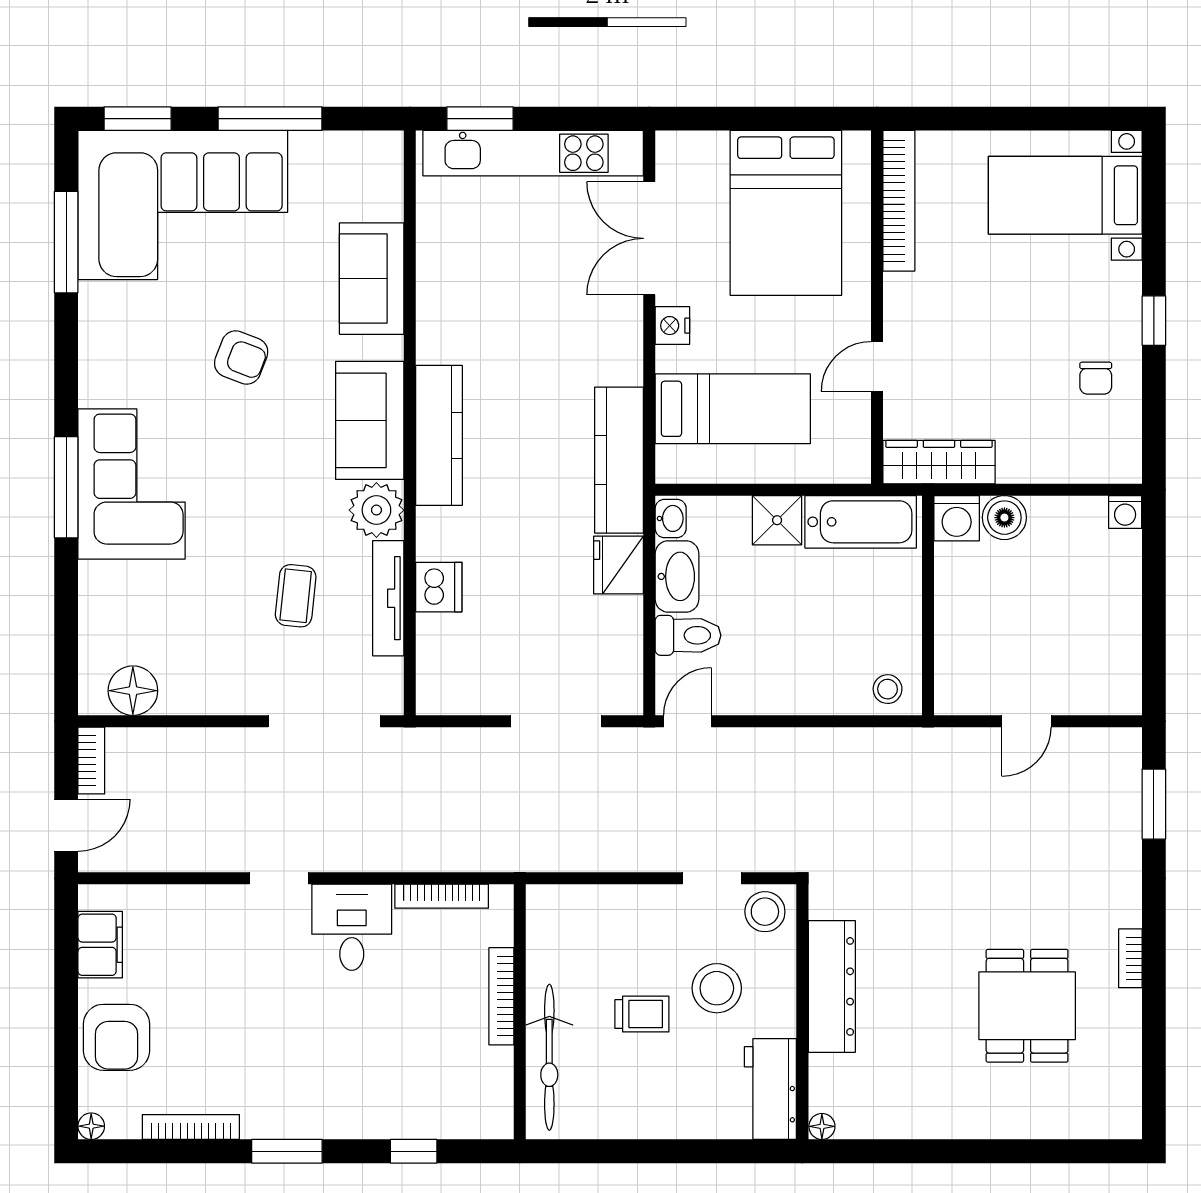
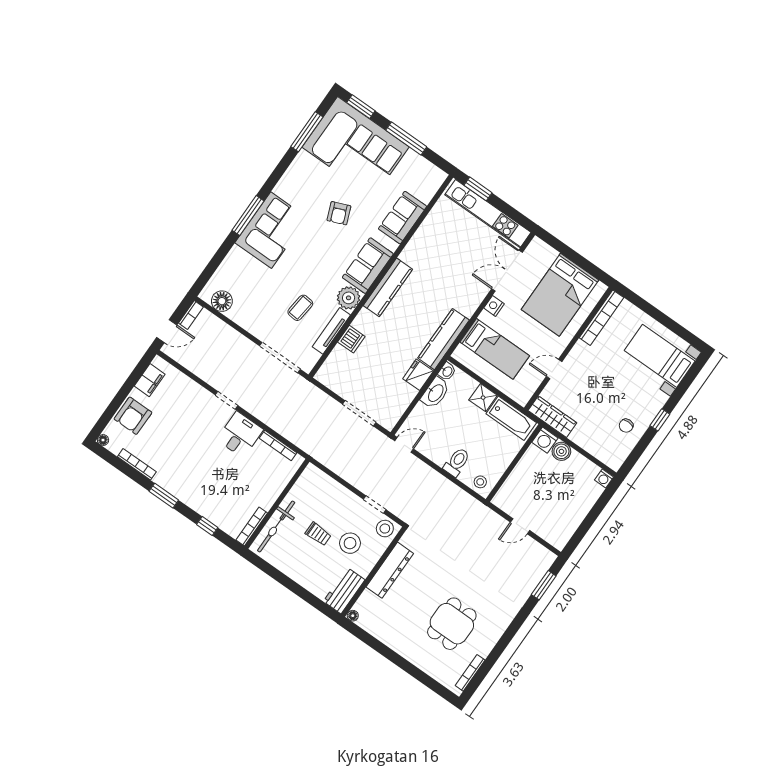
armchair: (241, 357) -> (339, 213), turned 47
toilet: (688, 635) -> (457, 462), moved, turned -90
bookcase: (1130, 958) -> (470, 673), moved, width x1.56
bookcase: (501, 996) -> (252, 526), moved

